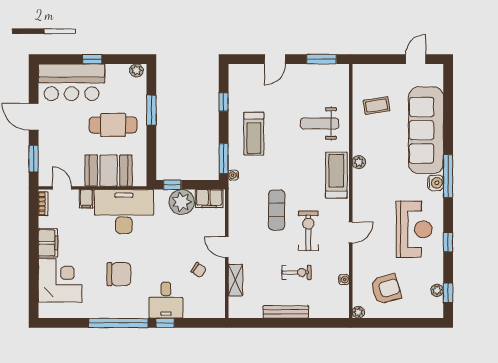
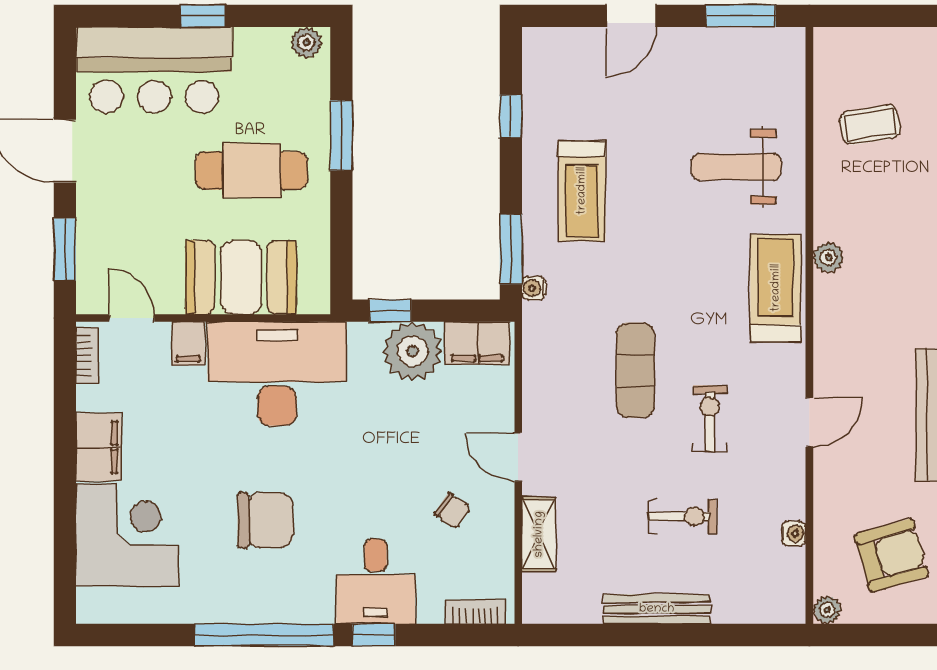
exercise bike: (308, 231) -> (710, 419), width x0.73, depth x0.72
bookcase: (208, 313) -> (475, 612), added

